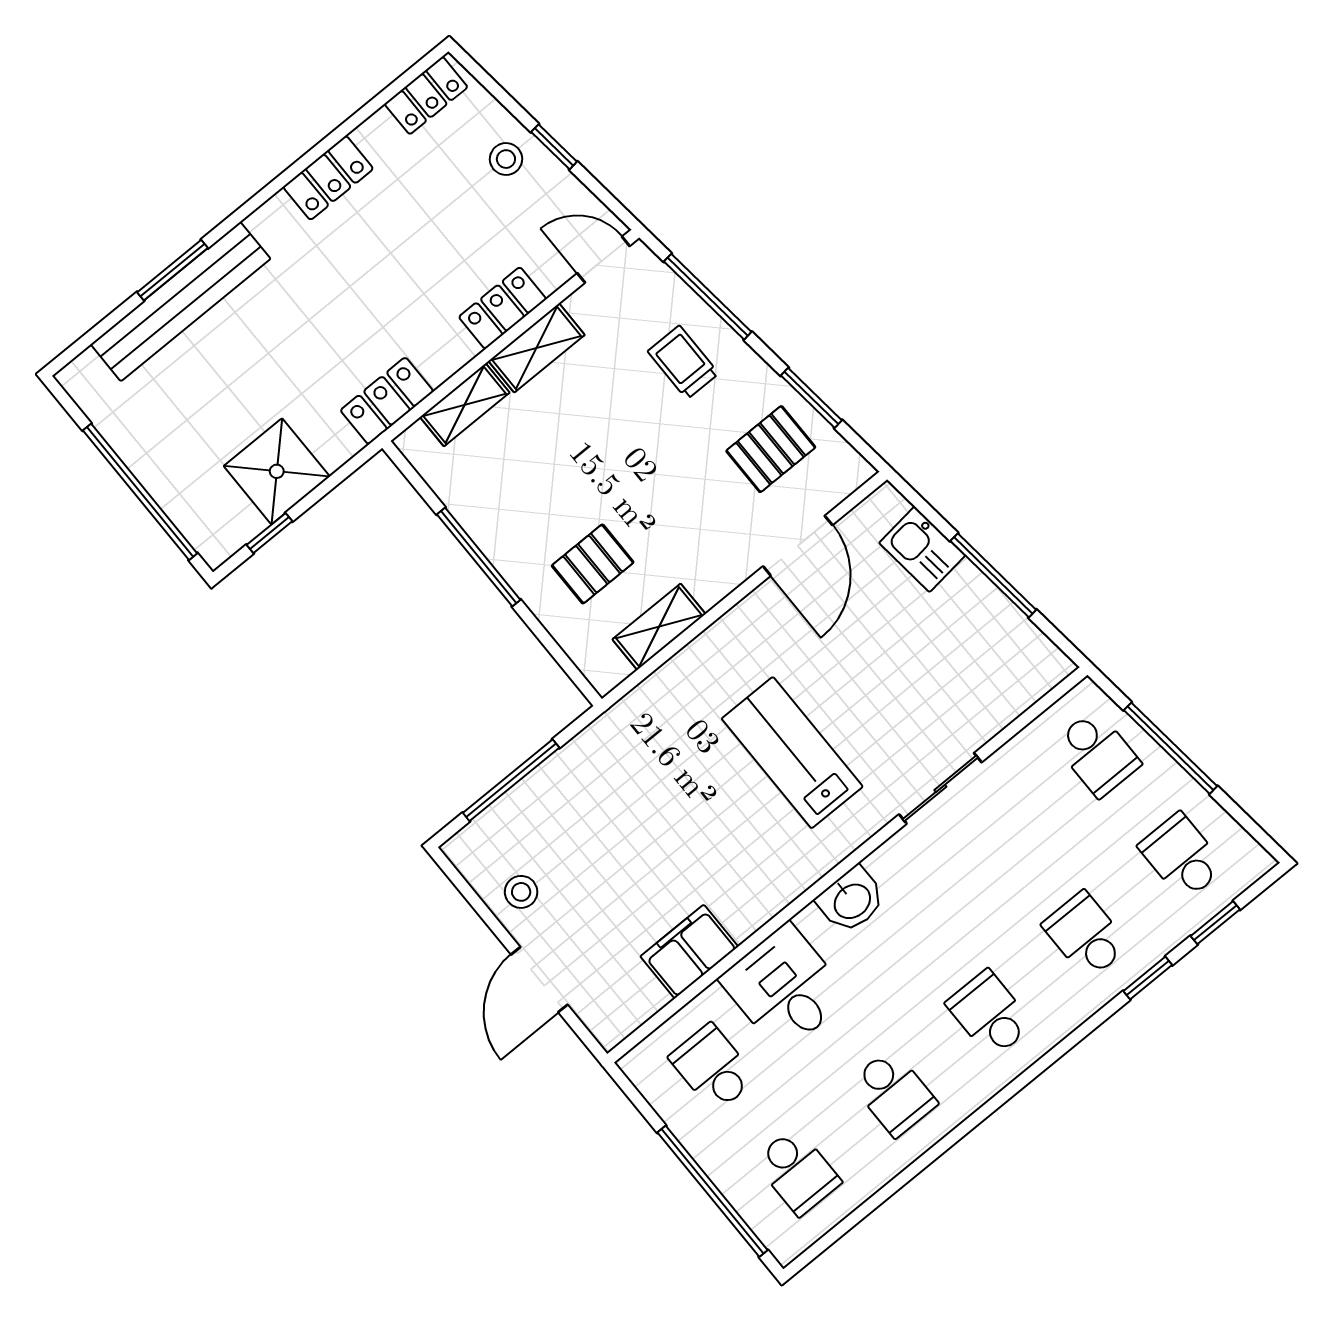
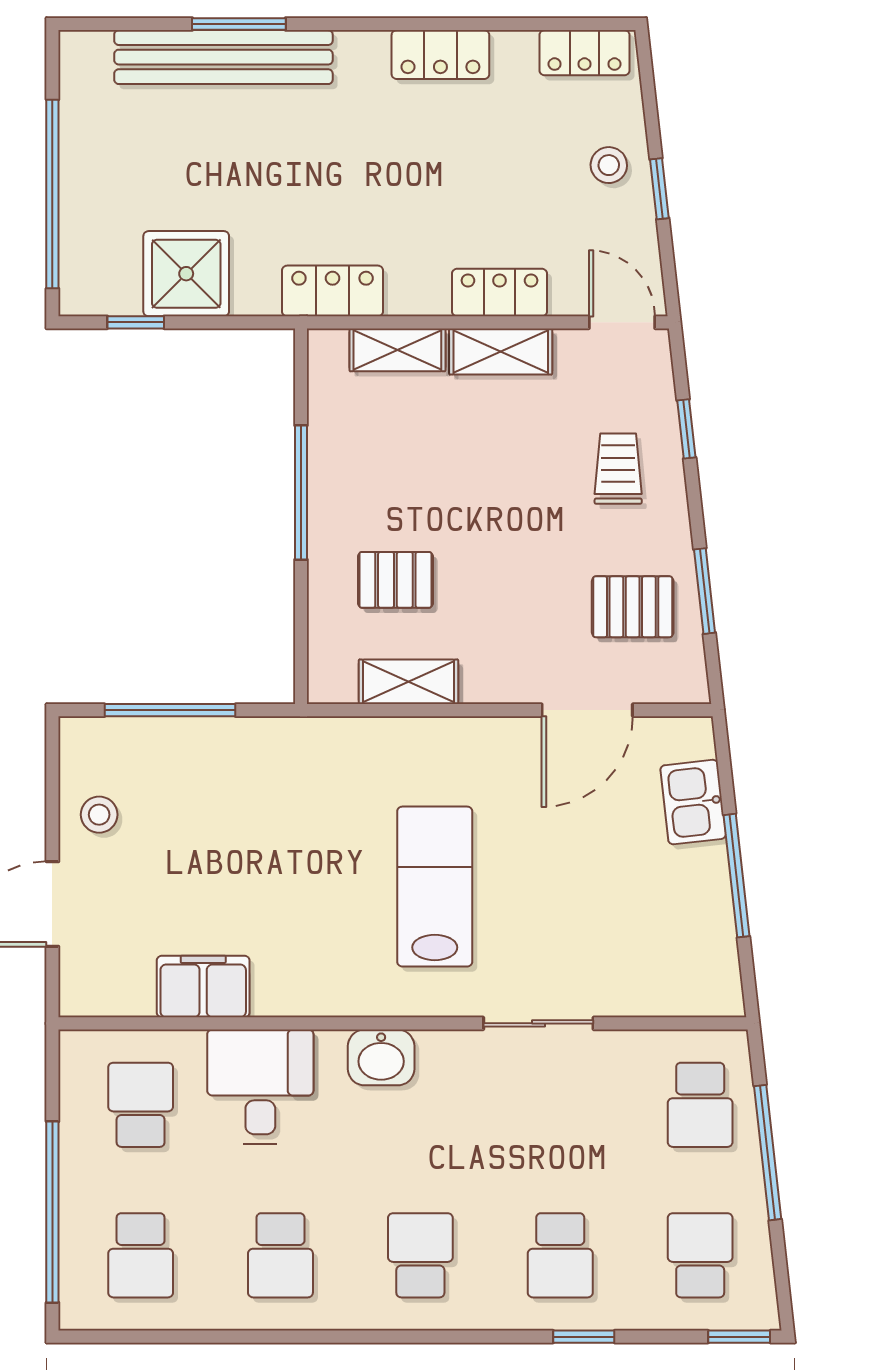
window: (708, 297) -> (686, 429), width x0.46
window: (1215, 923) -> (739, 1337), moved
school desk: (1086, 935) -> (560, 1255), turned 180

